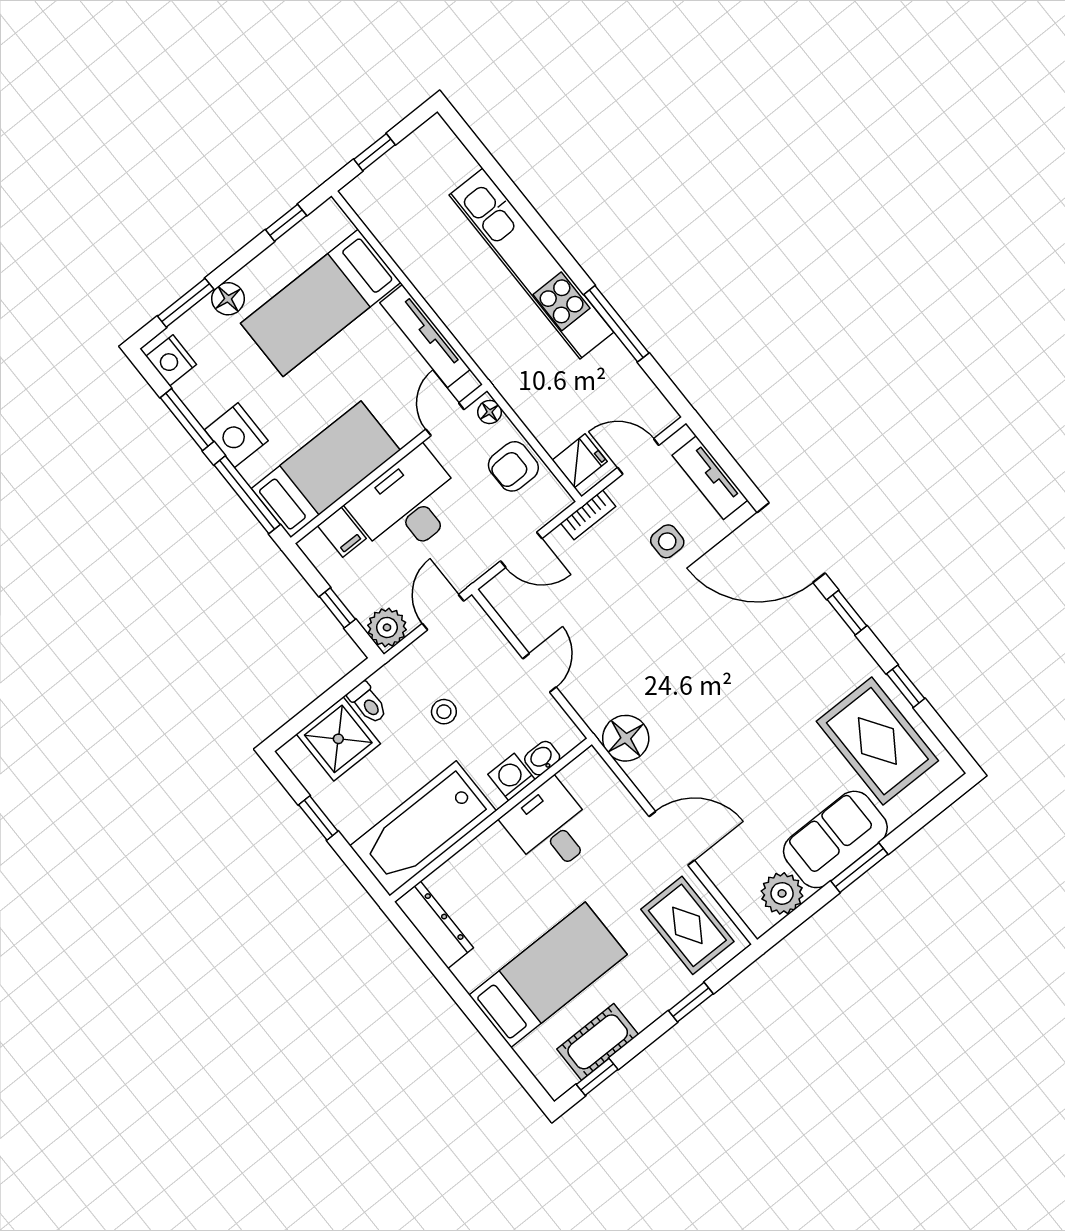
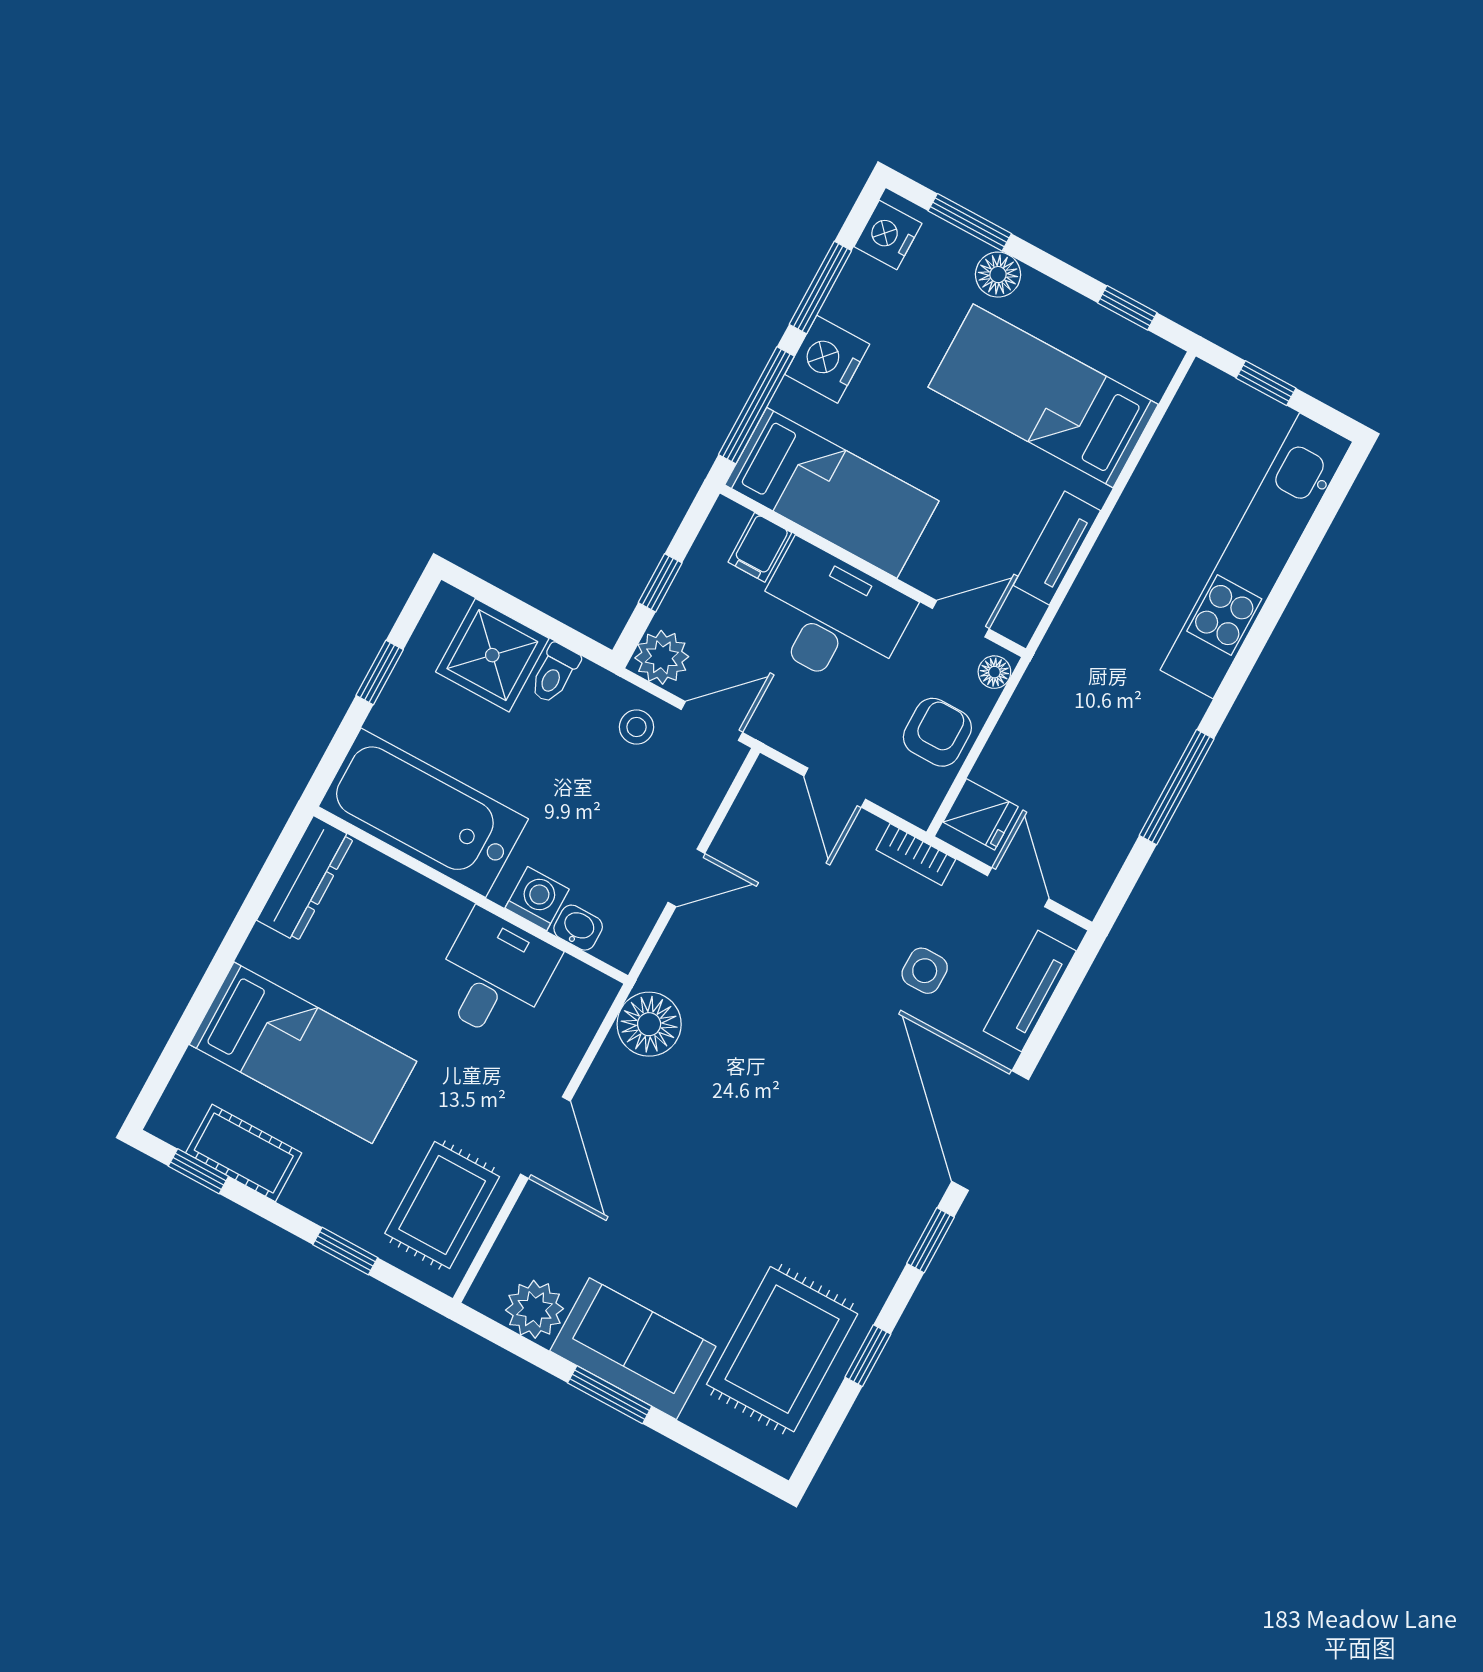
kitchen unit: (531, 264) -> (1256, 556), moved
tv unit: (425, 336) -> (1057, 548), width x0.71
armchair: (513, 466) -> (937, 732), turned 90
stool: (444, 712) -> (637, 727), moved

